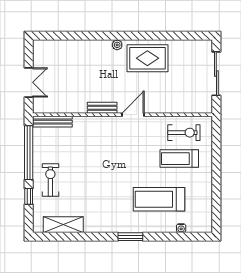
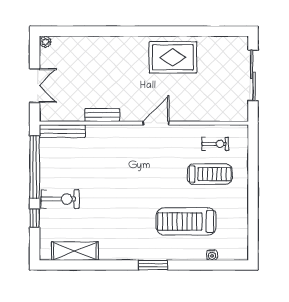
plant: (117, 45) -> (45, 42), moved
bench: (102, 108) -> (102, 115), moved
exercise bike: (184, 133) -> (215, 144), width x0.73, depth x0.72
treadmill: (179, 159) -> (210, 174), turned 180
exercise bike: (50, 180) -> (60, 199), turned 90

